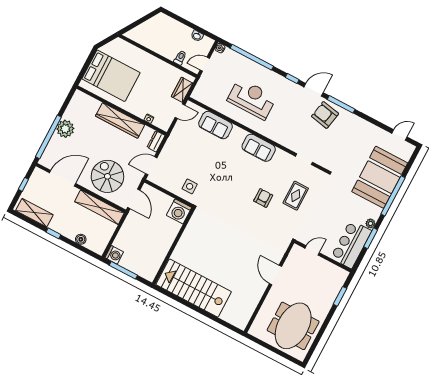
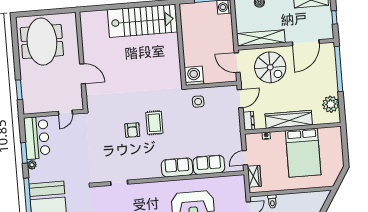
bed: (111, 76) -> (303, 153), moved, turned -90
plant: (65, 129) -> (331, 104), moved
sofa: (259, 148) -> (177, 167), moved
rug: (296, 196) -> (154, 123), moved

